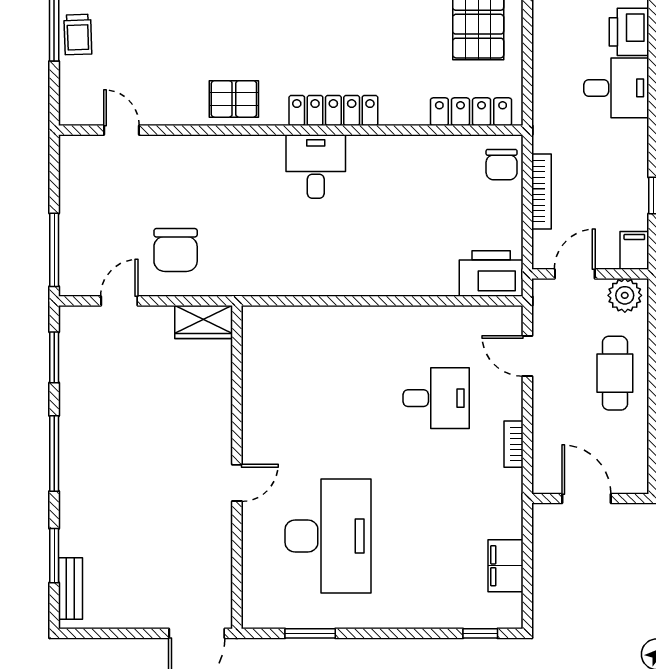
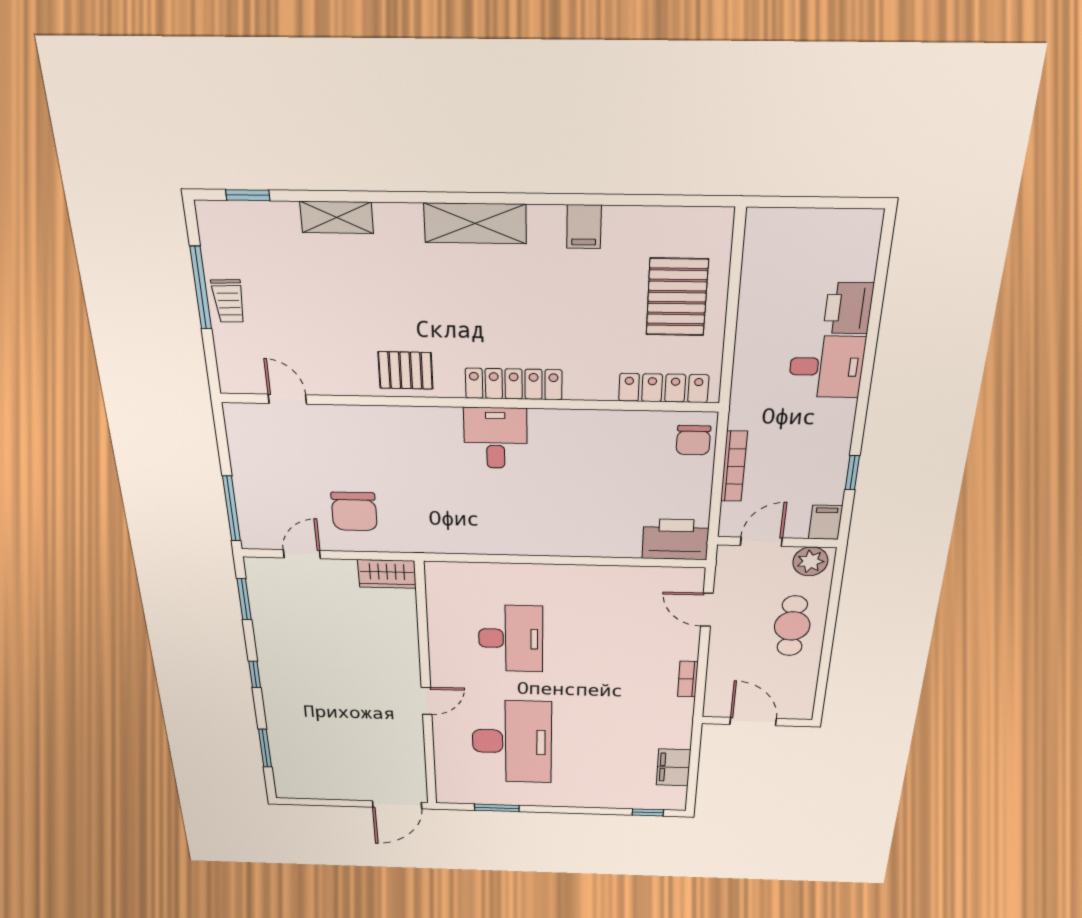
desk: (436, 398) -> (511, 639), moved, width x1.37
window: (54, 454) -> (255, 674), width x0.46
bench: (70, 589) -> (283, 771), removed

